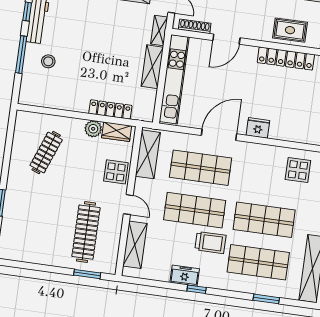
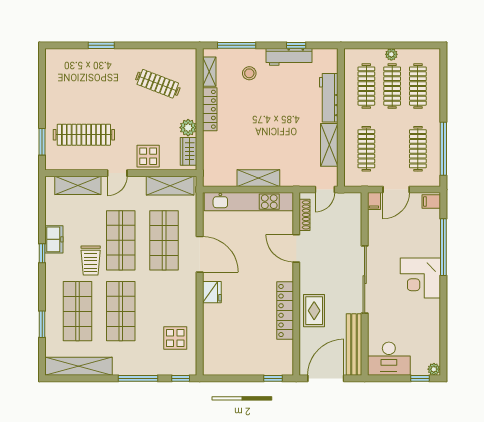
shelving: (159, 31) -> (209, 72), moved, turned 90
window: (21, 55) -> (237, 45), moved
locker: (110, 109) -> (210, 109), moved

